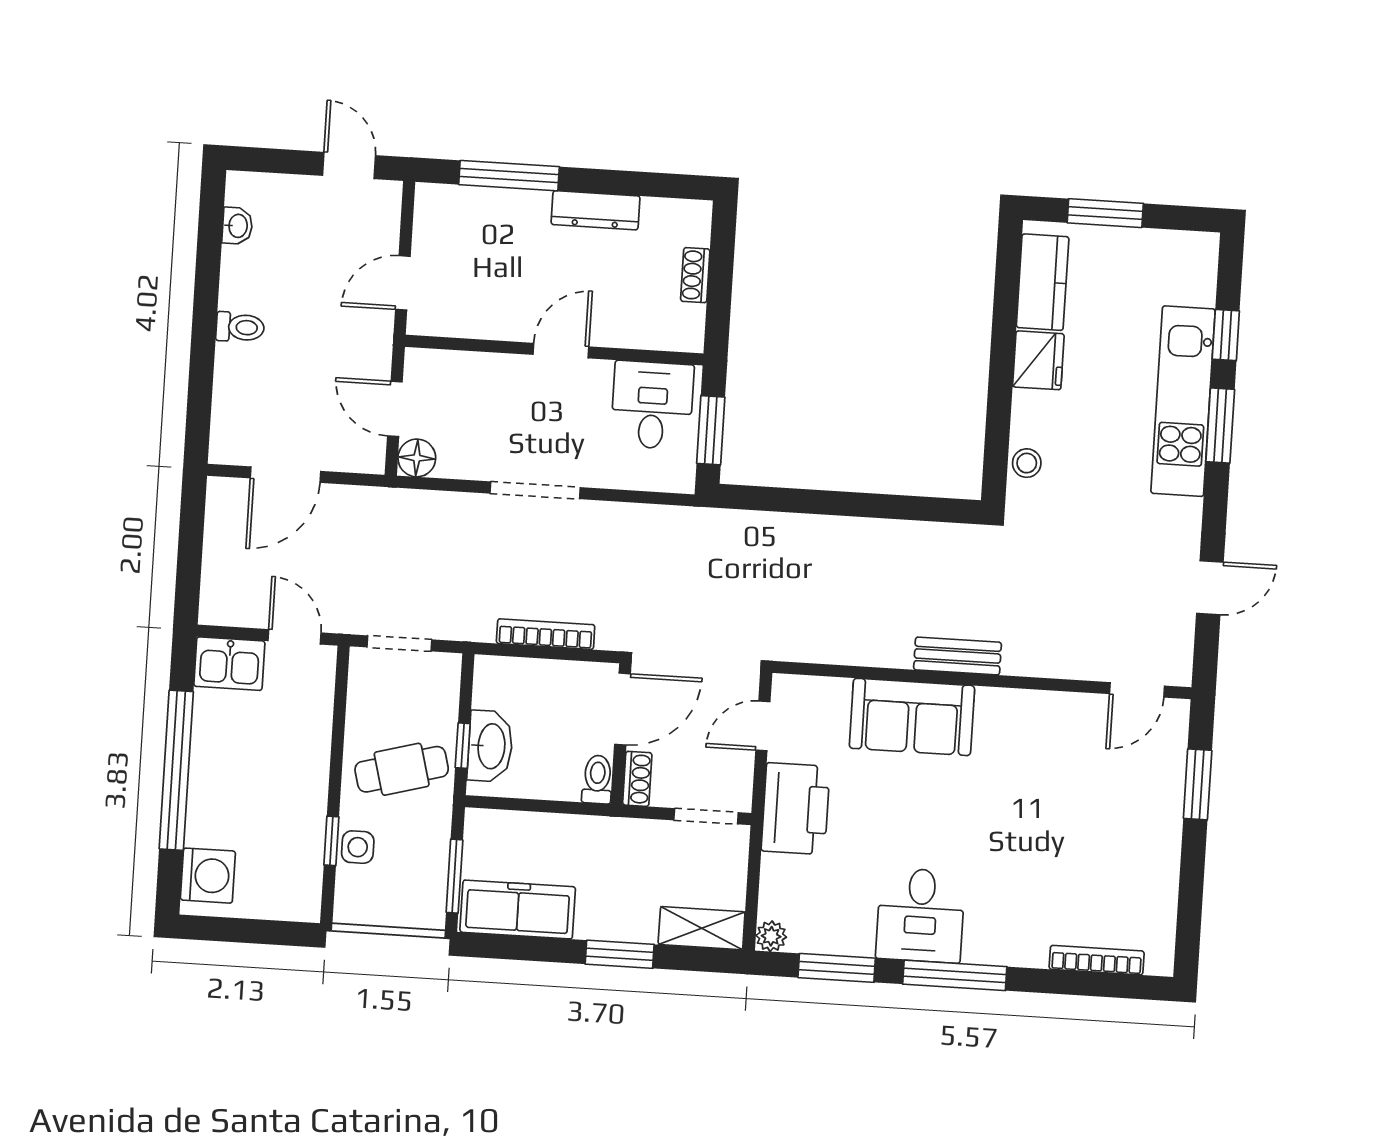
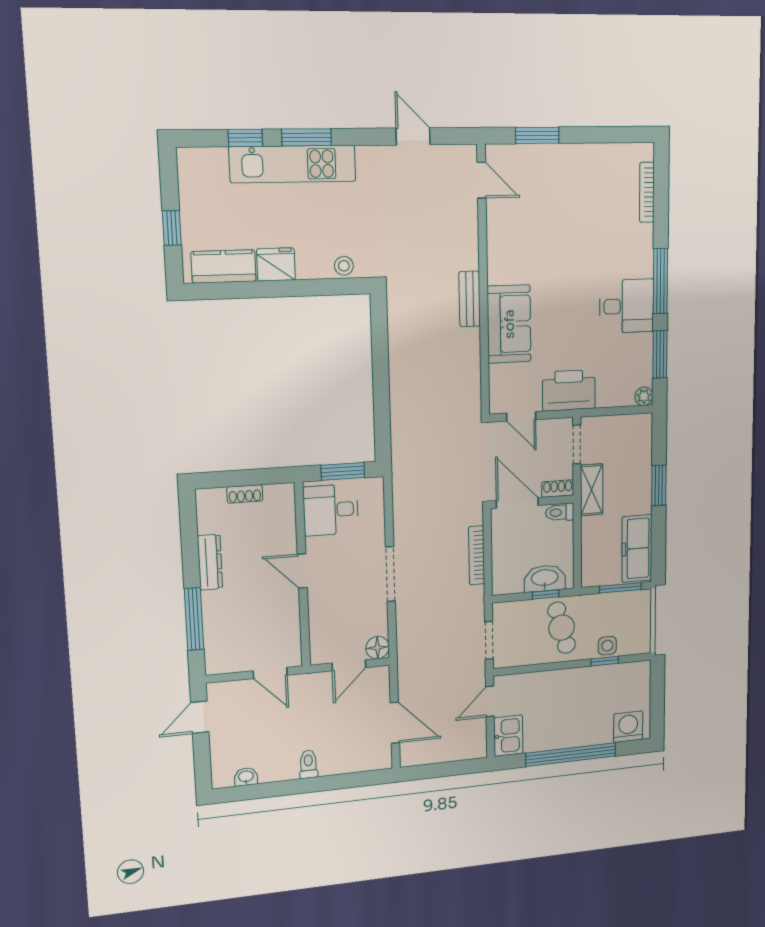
window: (1105, 213) -> (172, 228), width x0.67
shelving: (702, 928) -> (592, 490), moved

